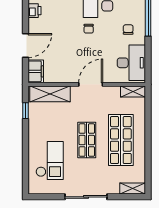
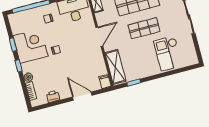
filing cabinet: (36, 71) -> (105, 82), width x0.50
door: (91, 84) -> (99, 37), swing flipped
checkout: (50, 161) -> (168, 53), turned -90

